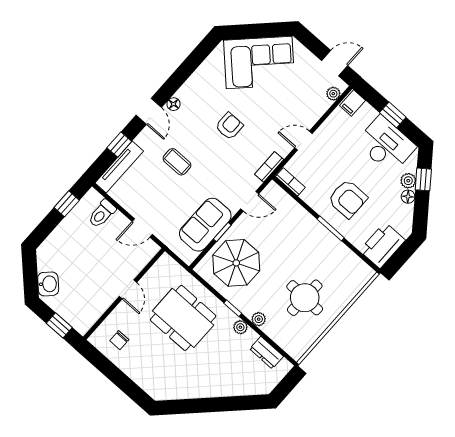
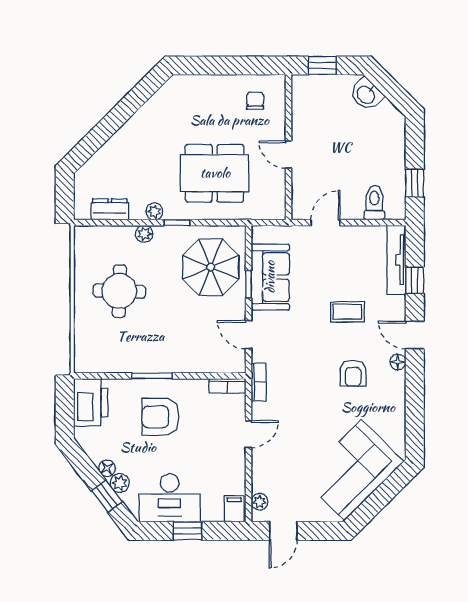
armchair: (229, 126) -> (353, 373), moved
door: (250, 201) -> (249, 335), hinge flipped

